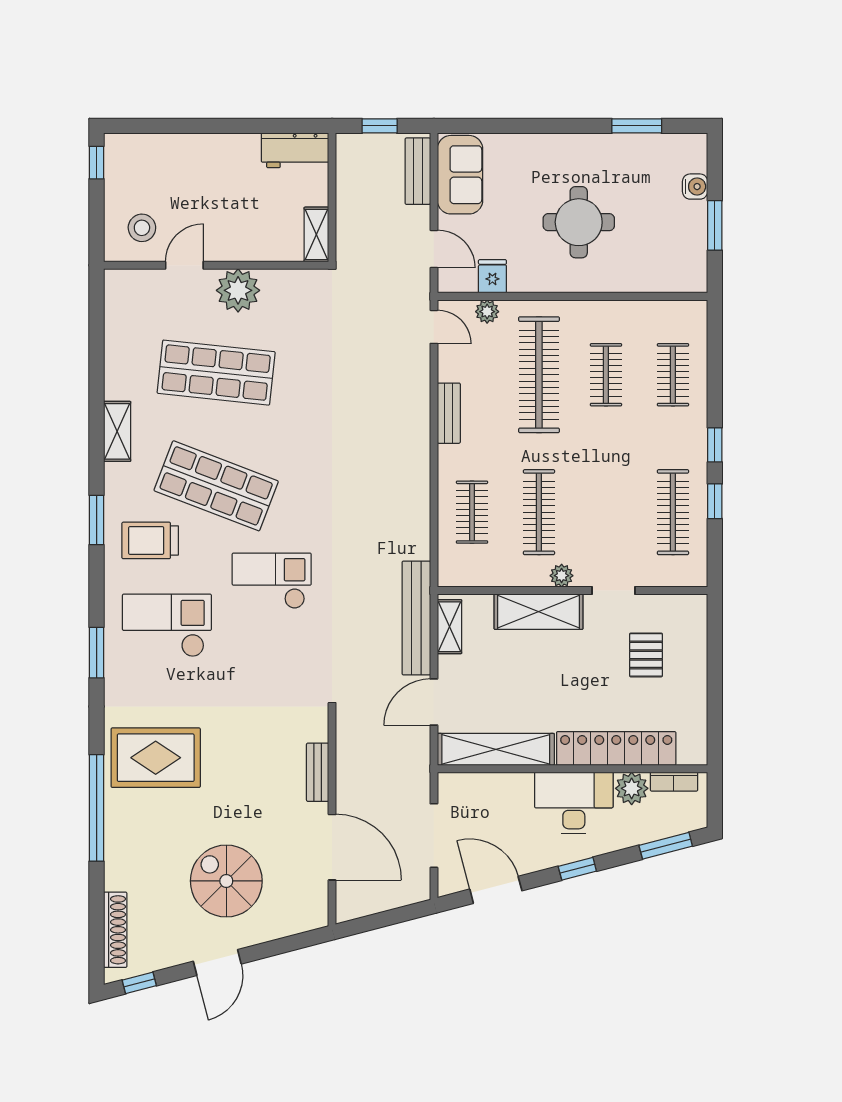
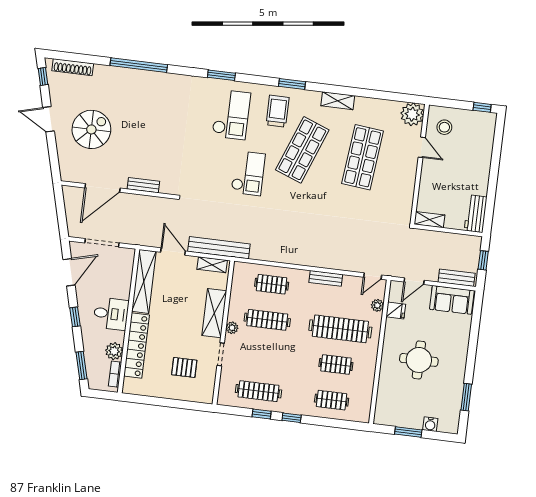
plant: (238, 290) -> (412, 114), moved
rug: (156, 758) -> (162, 100), removed
desk: (574, 803) -> (111, 314), width x0.73

